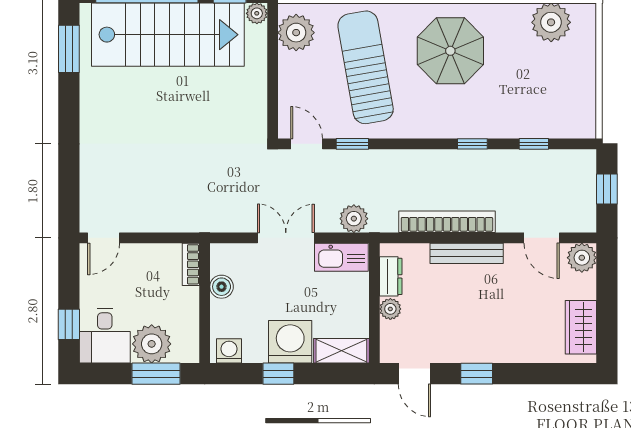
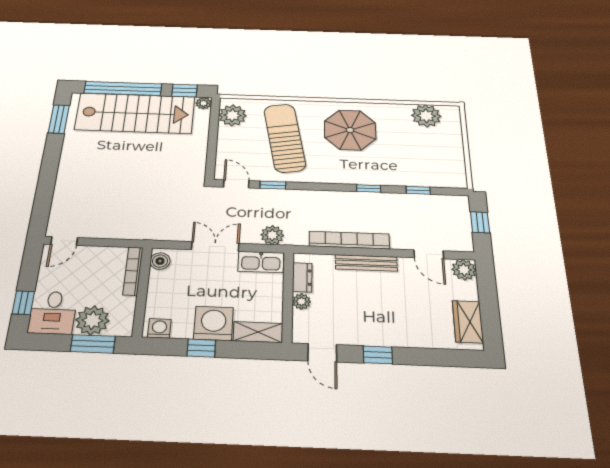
bookcase: (191, 264) -> (133, 271), width x1.56
boiler: (222, 287) -> (160, 261), moved

